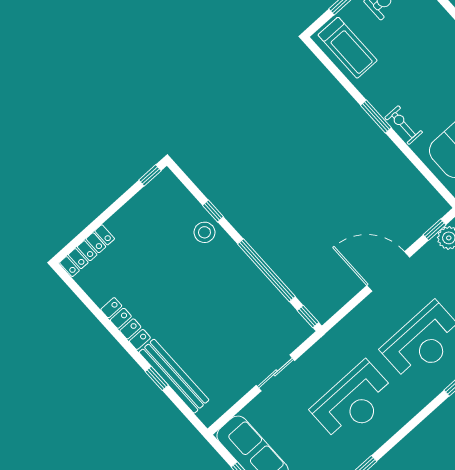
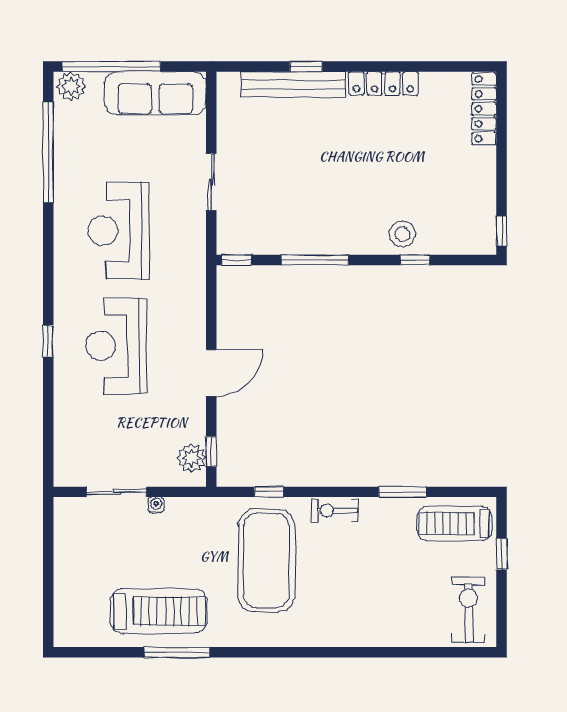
window: (376, 116) -> (402, 492), moved
exercise bike: (404, 125) -> (335, 511), turned 180
window: (428, 174) -> (269, 492), added
window: (266, 270) -> (315, 260), width x0.68
door: (388, 271) -> (211, 373), width x0.73

